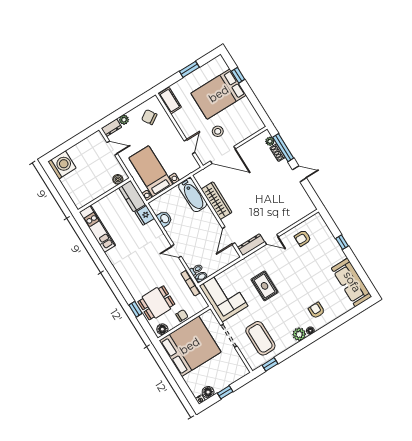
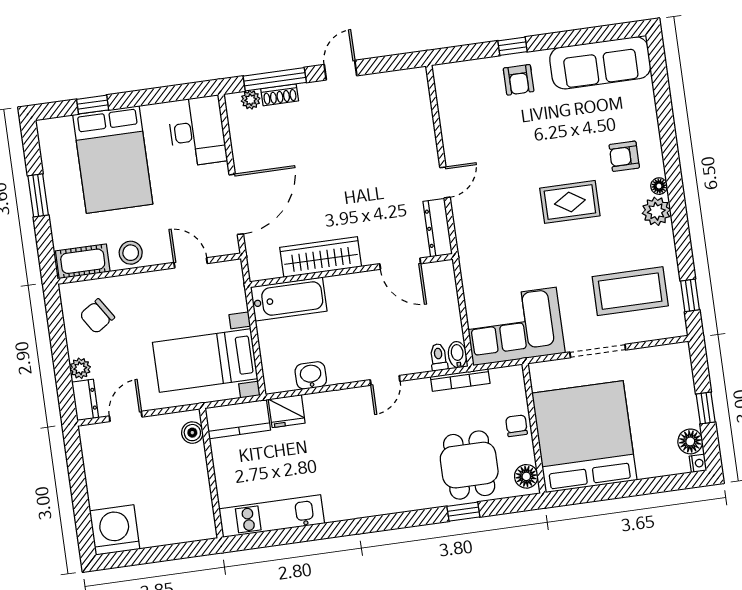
desk: (247, 125) -> (197, 131), added
stool: (218, 131) -> (131, 253), moved
armchair: (303, 238) -> (519, 80), moved
rug: (265, 286) -> (570, 202), moved

